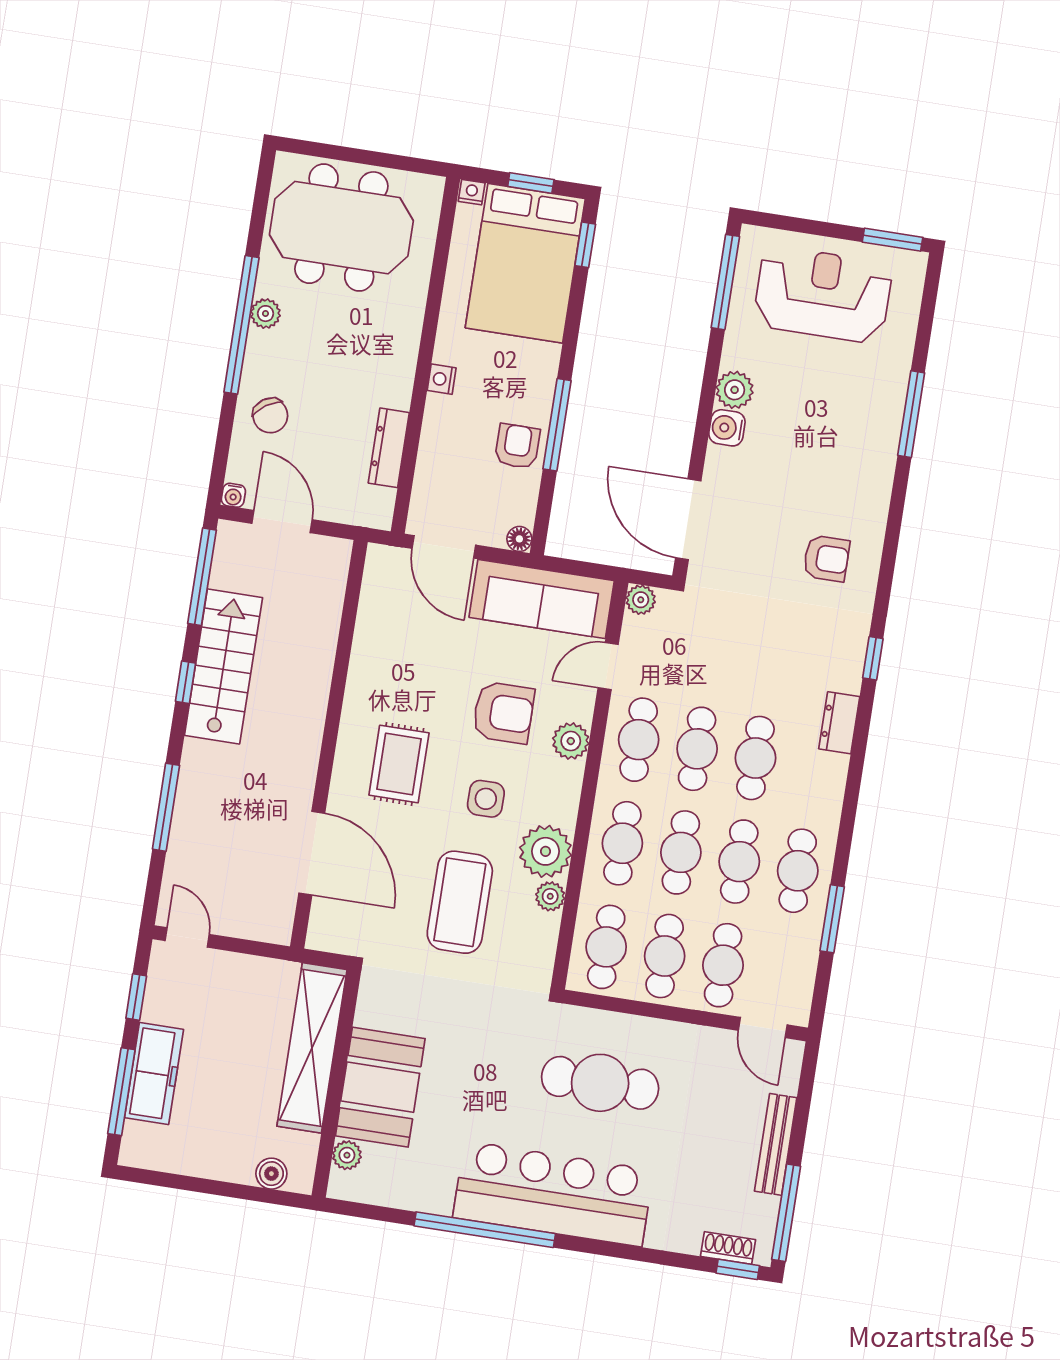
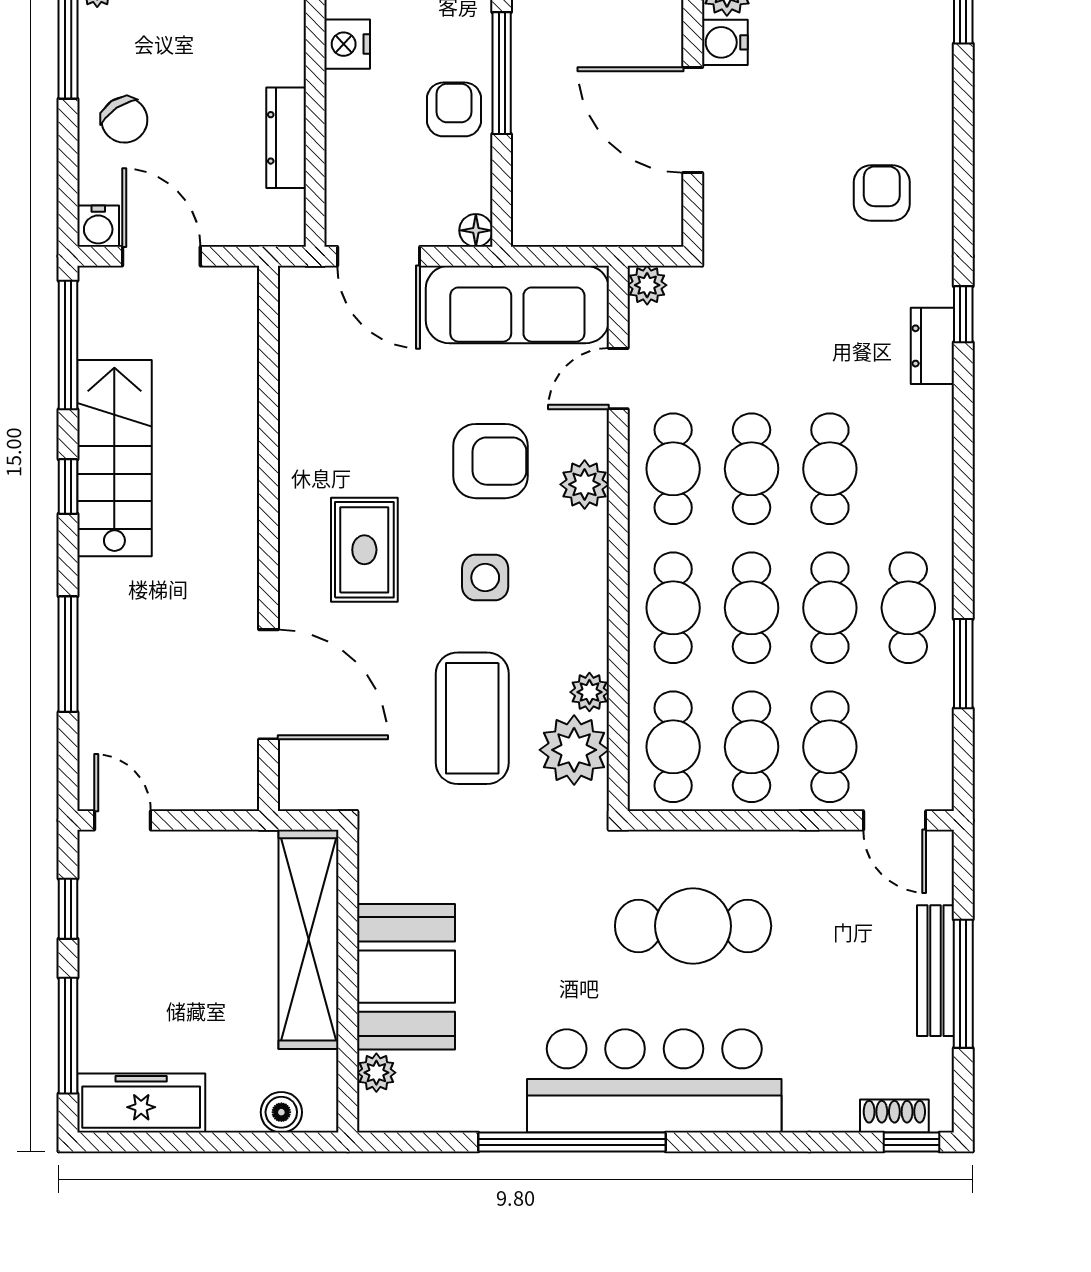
nightstand: (442, 379) -> (347, 44), width x1.39, depth x1.35
water cooler: (233, 495) -> (98, 226), width x1.38, depth x1.38
door: (688, 519) -> (693, 120), moved
armchair: (826, 558) -> (882, 193), turned -90
dresser: (839, 723) -> (932, 346), moved
plant: (545, 851) -> (574, 750), moved
freezer: (154, 1073) -> (141, 1103), moved, turned -90
window: (786, 1213) -> (963, 984), moved

